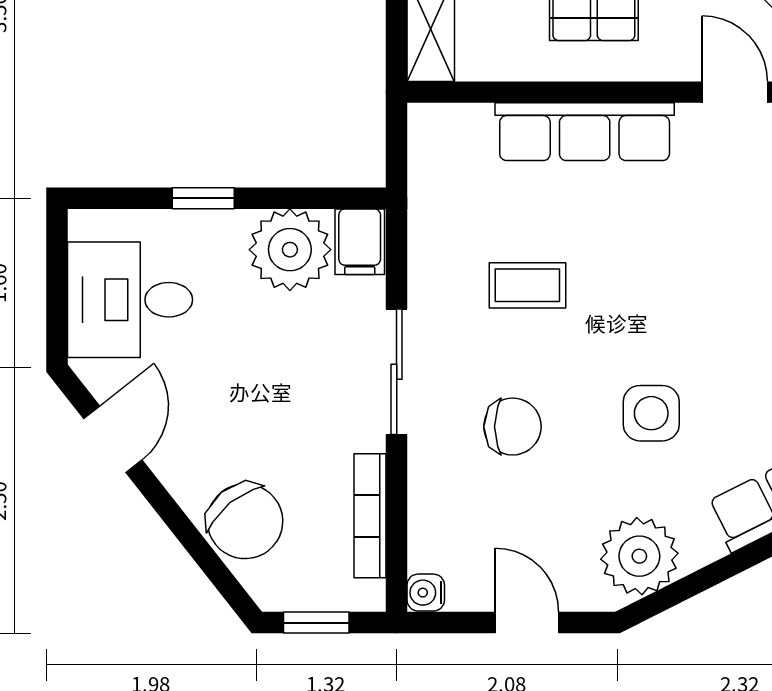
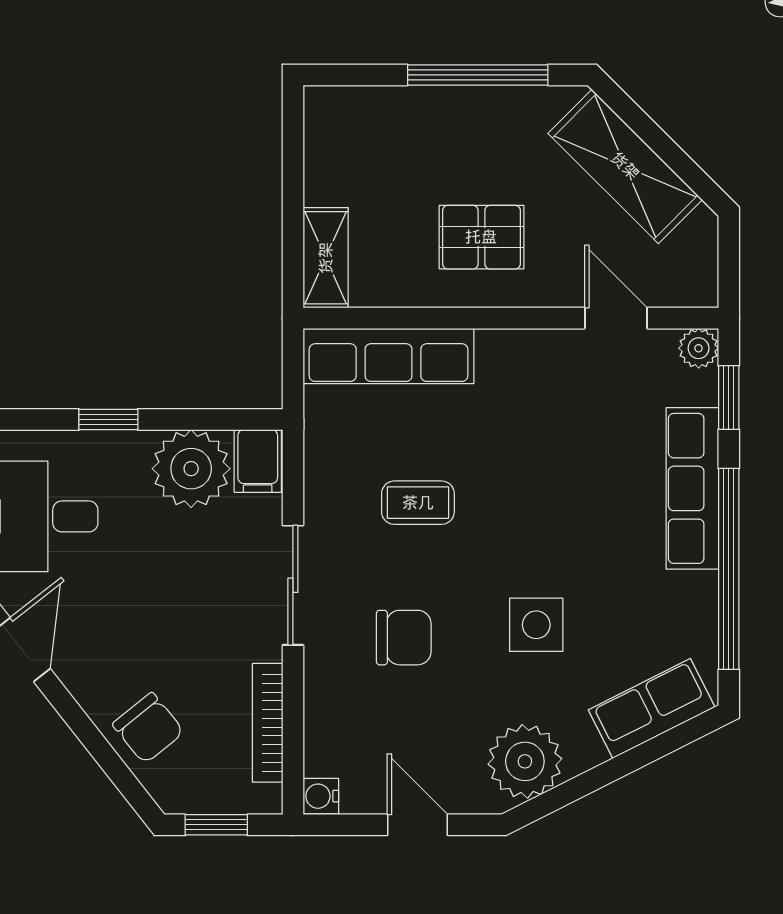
row of seats: (585, 132) -> (388, 356), moved
chair: (245, 521) -> (148, 728), width x0.73, depth x0.73

